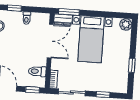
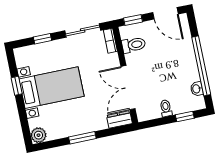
window: (69, 12) -> (82, 138), moved
bed with nightstands: (91, 39) -> (51, 88), moved, turned 90

